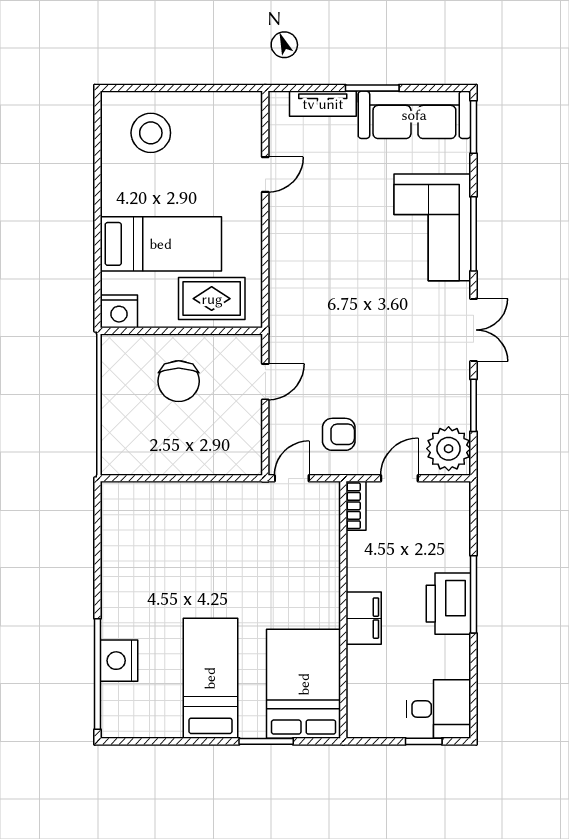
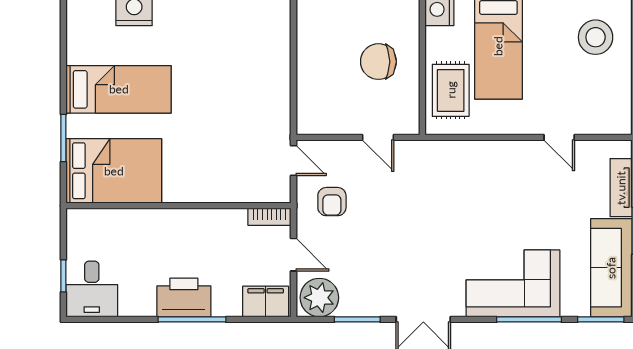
window: (473, 234) -> (529, 319), moved
filing cabinet: (364, 618) -> (266, 302), moved, turned 180

